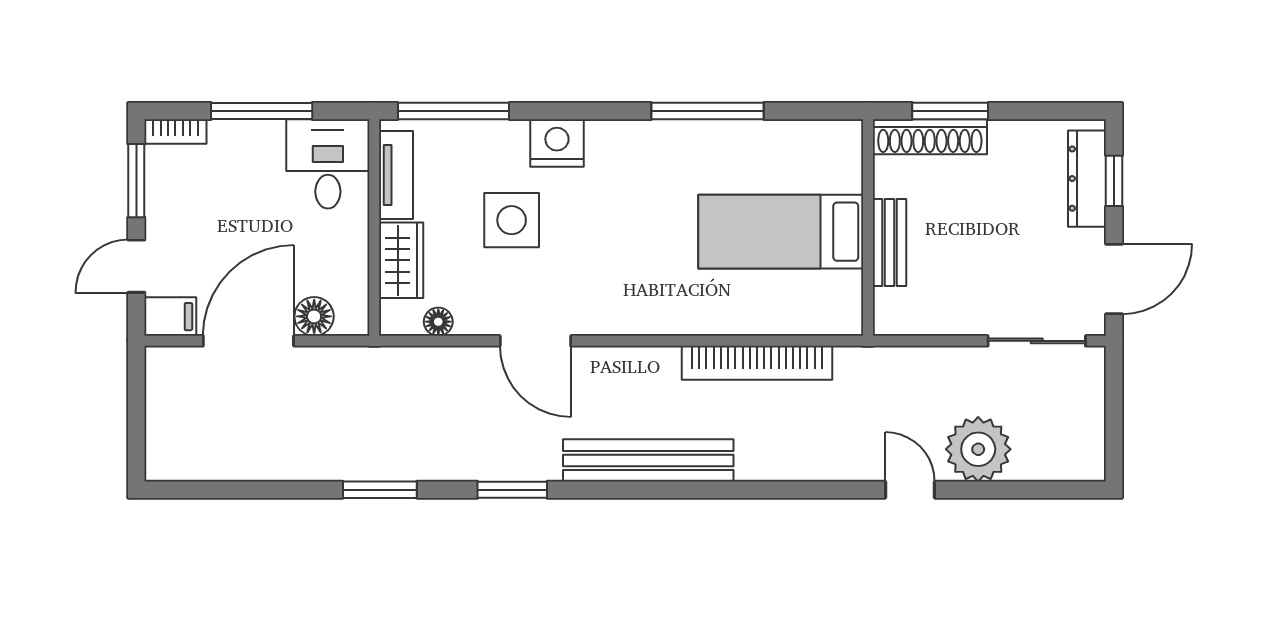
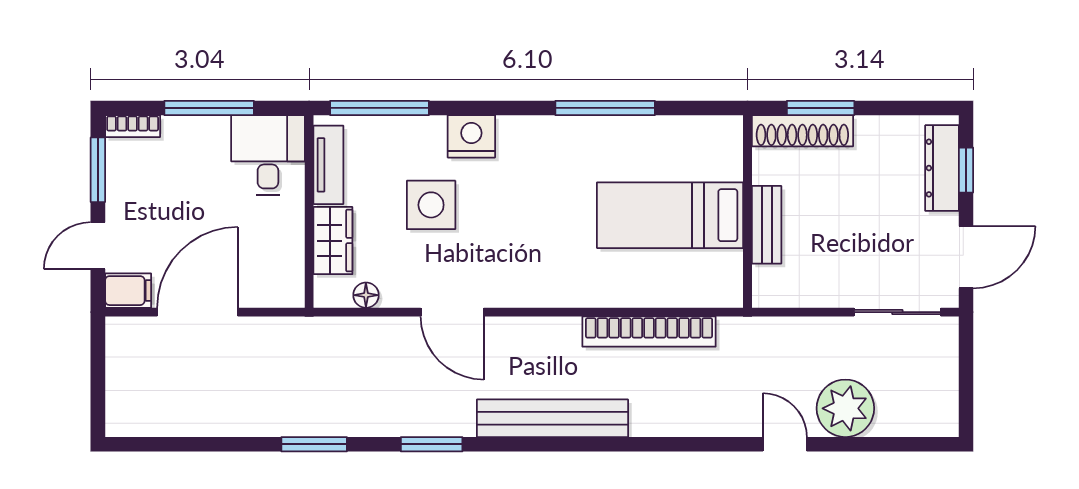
floor lamp: (314, 316) -> (256, 290), removed

